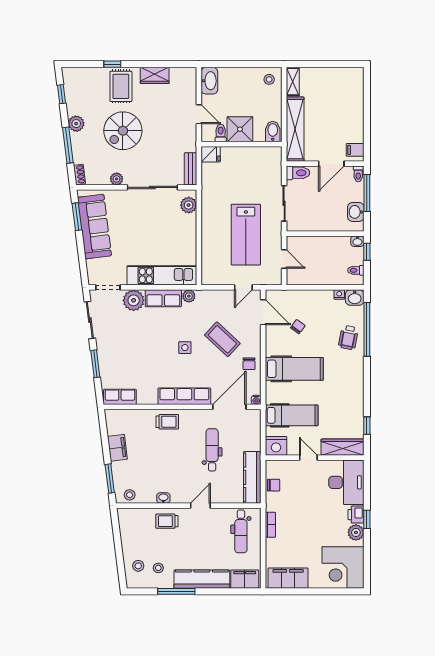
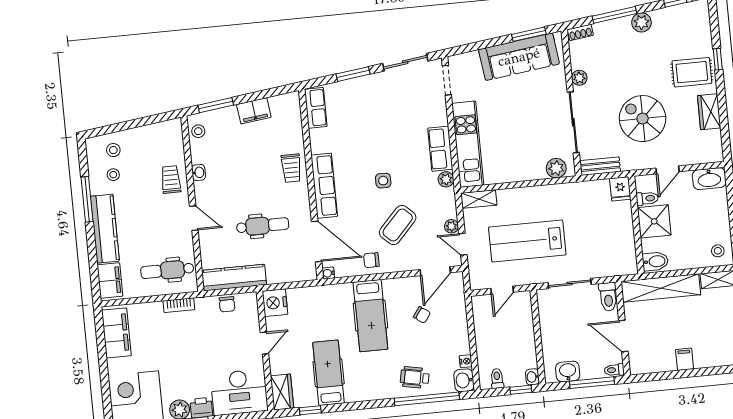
spiral stairs: (123, 131) -> (643, 119), moved
filing cabinet: (355, 150) -> (685, 359), moved
shelving: (208, 271) -> (479, 199), added
plant: (134, 300) -> (451, 226), moved, width x0.53, depth x0.53
hospital bed: (292, 415) -> (329, 373), moved, turned 180
wardrobe: (343, 447) -> (282, 392), width x0.67

